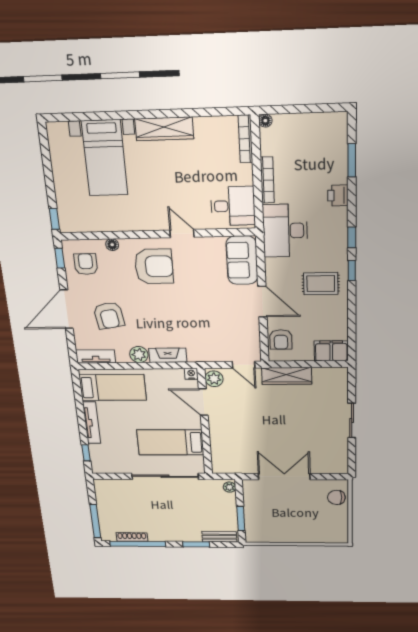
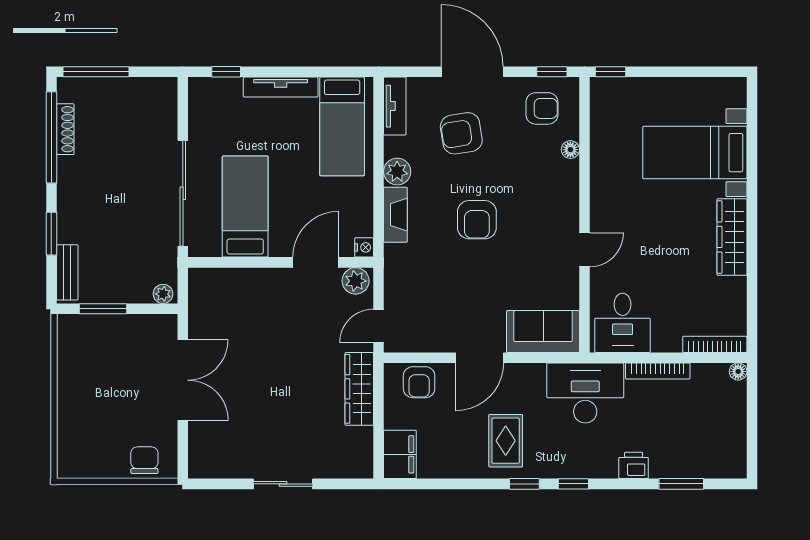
armchair: (154, 266) -> (477, 220), moved, width x0.73, depth x0.73
armchair: (281, 339) -> (419, 382), turned -90

